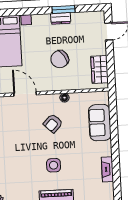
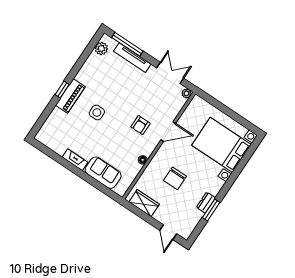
chair: (60, 59) -> (175, 178), turned -147
armchair: (53, 123) -> (140, 125), moved, turned -134
fireplace: (107, 169) -> (75, 160), moved

